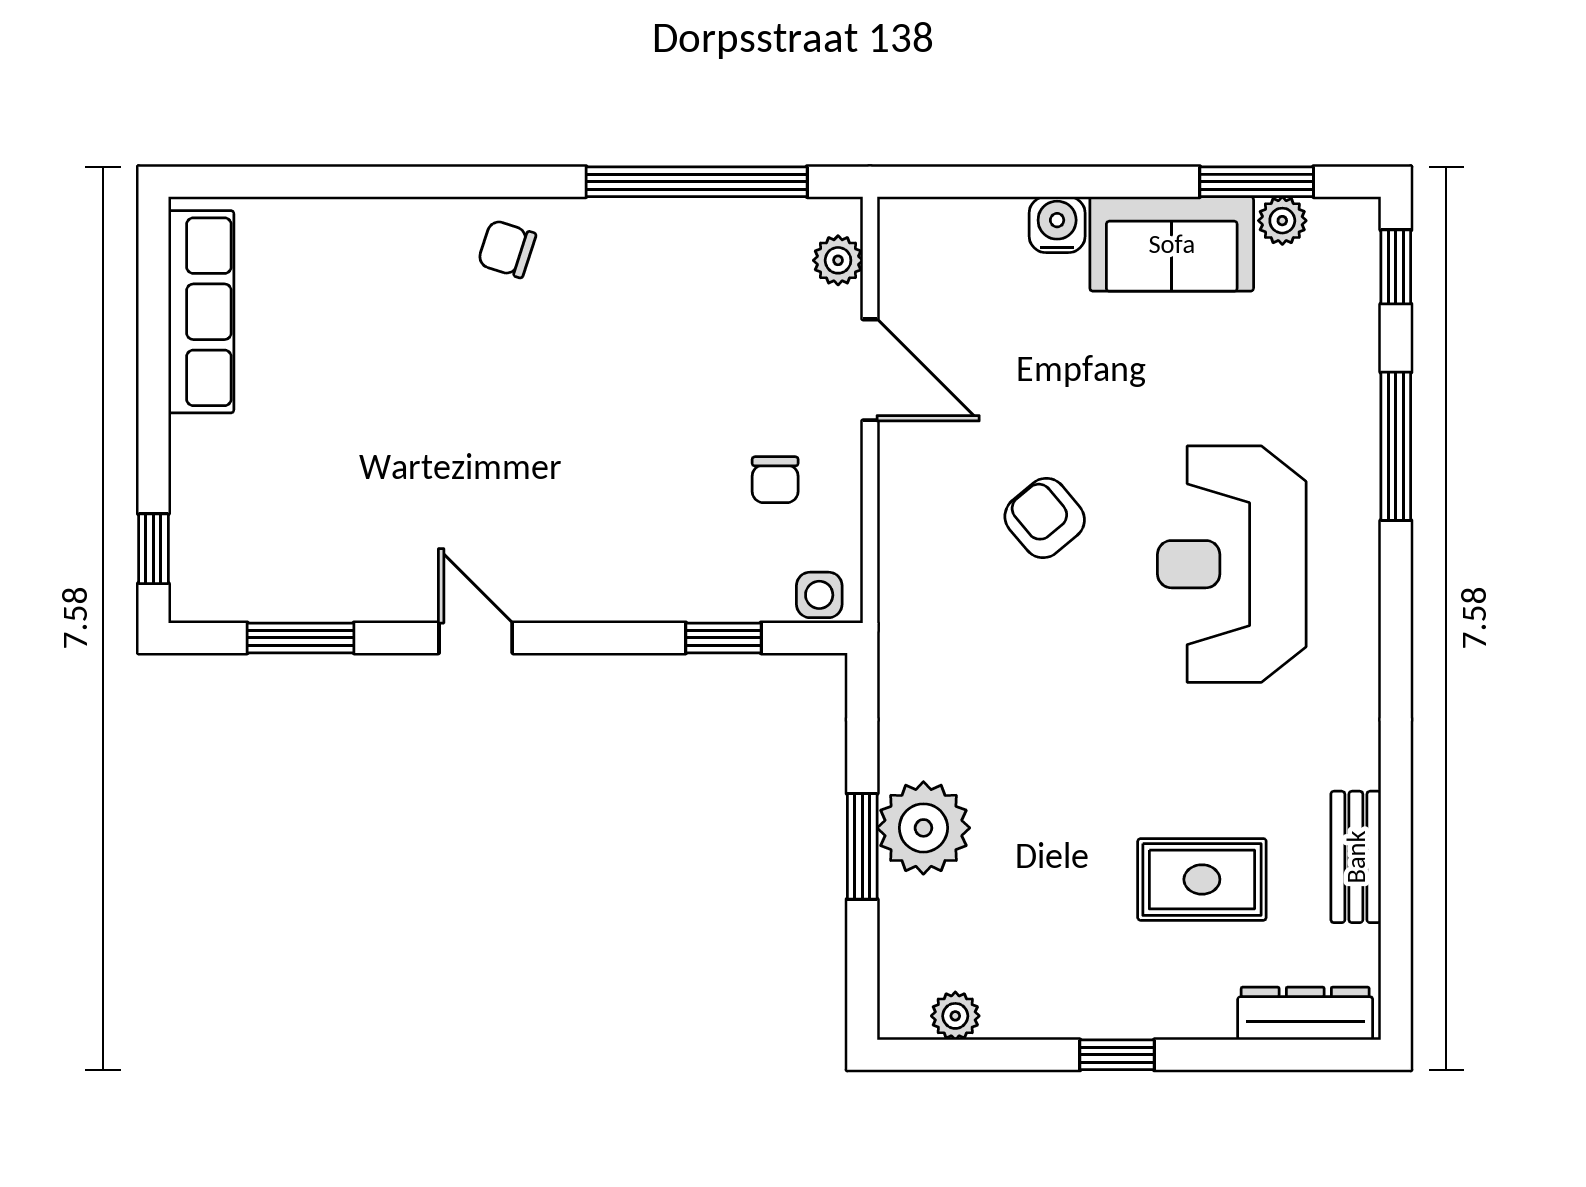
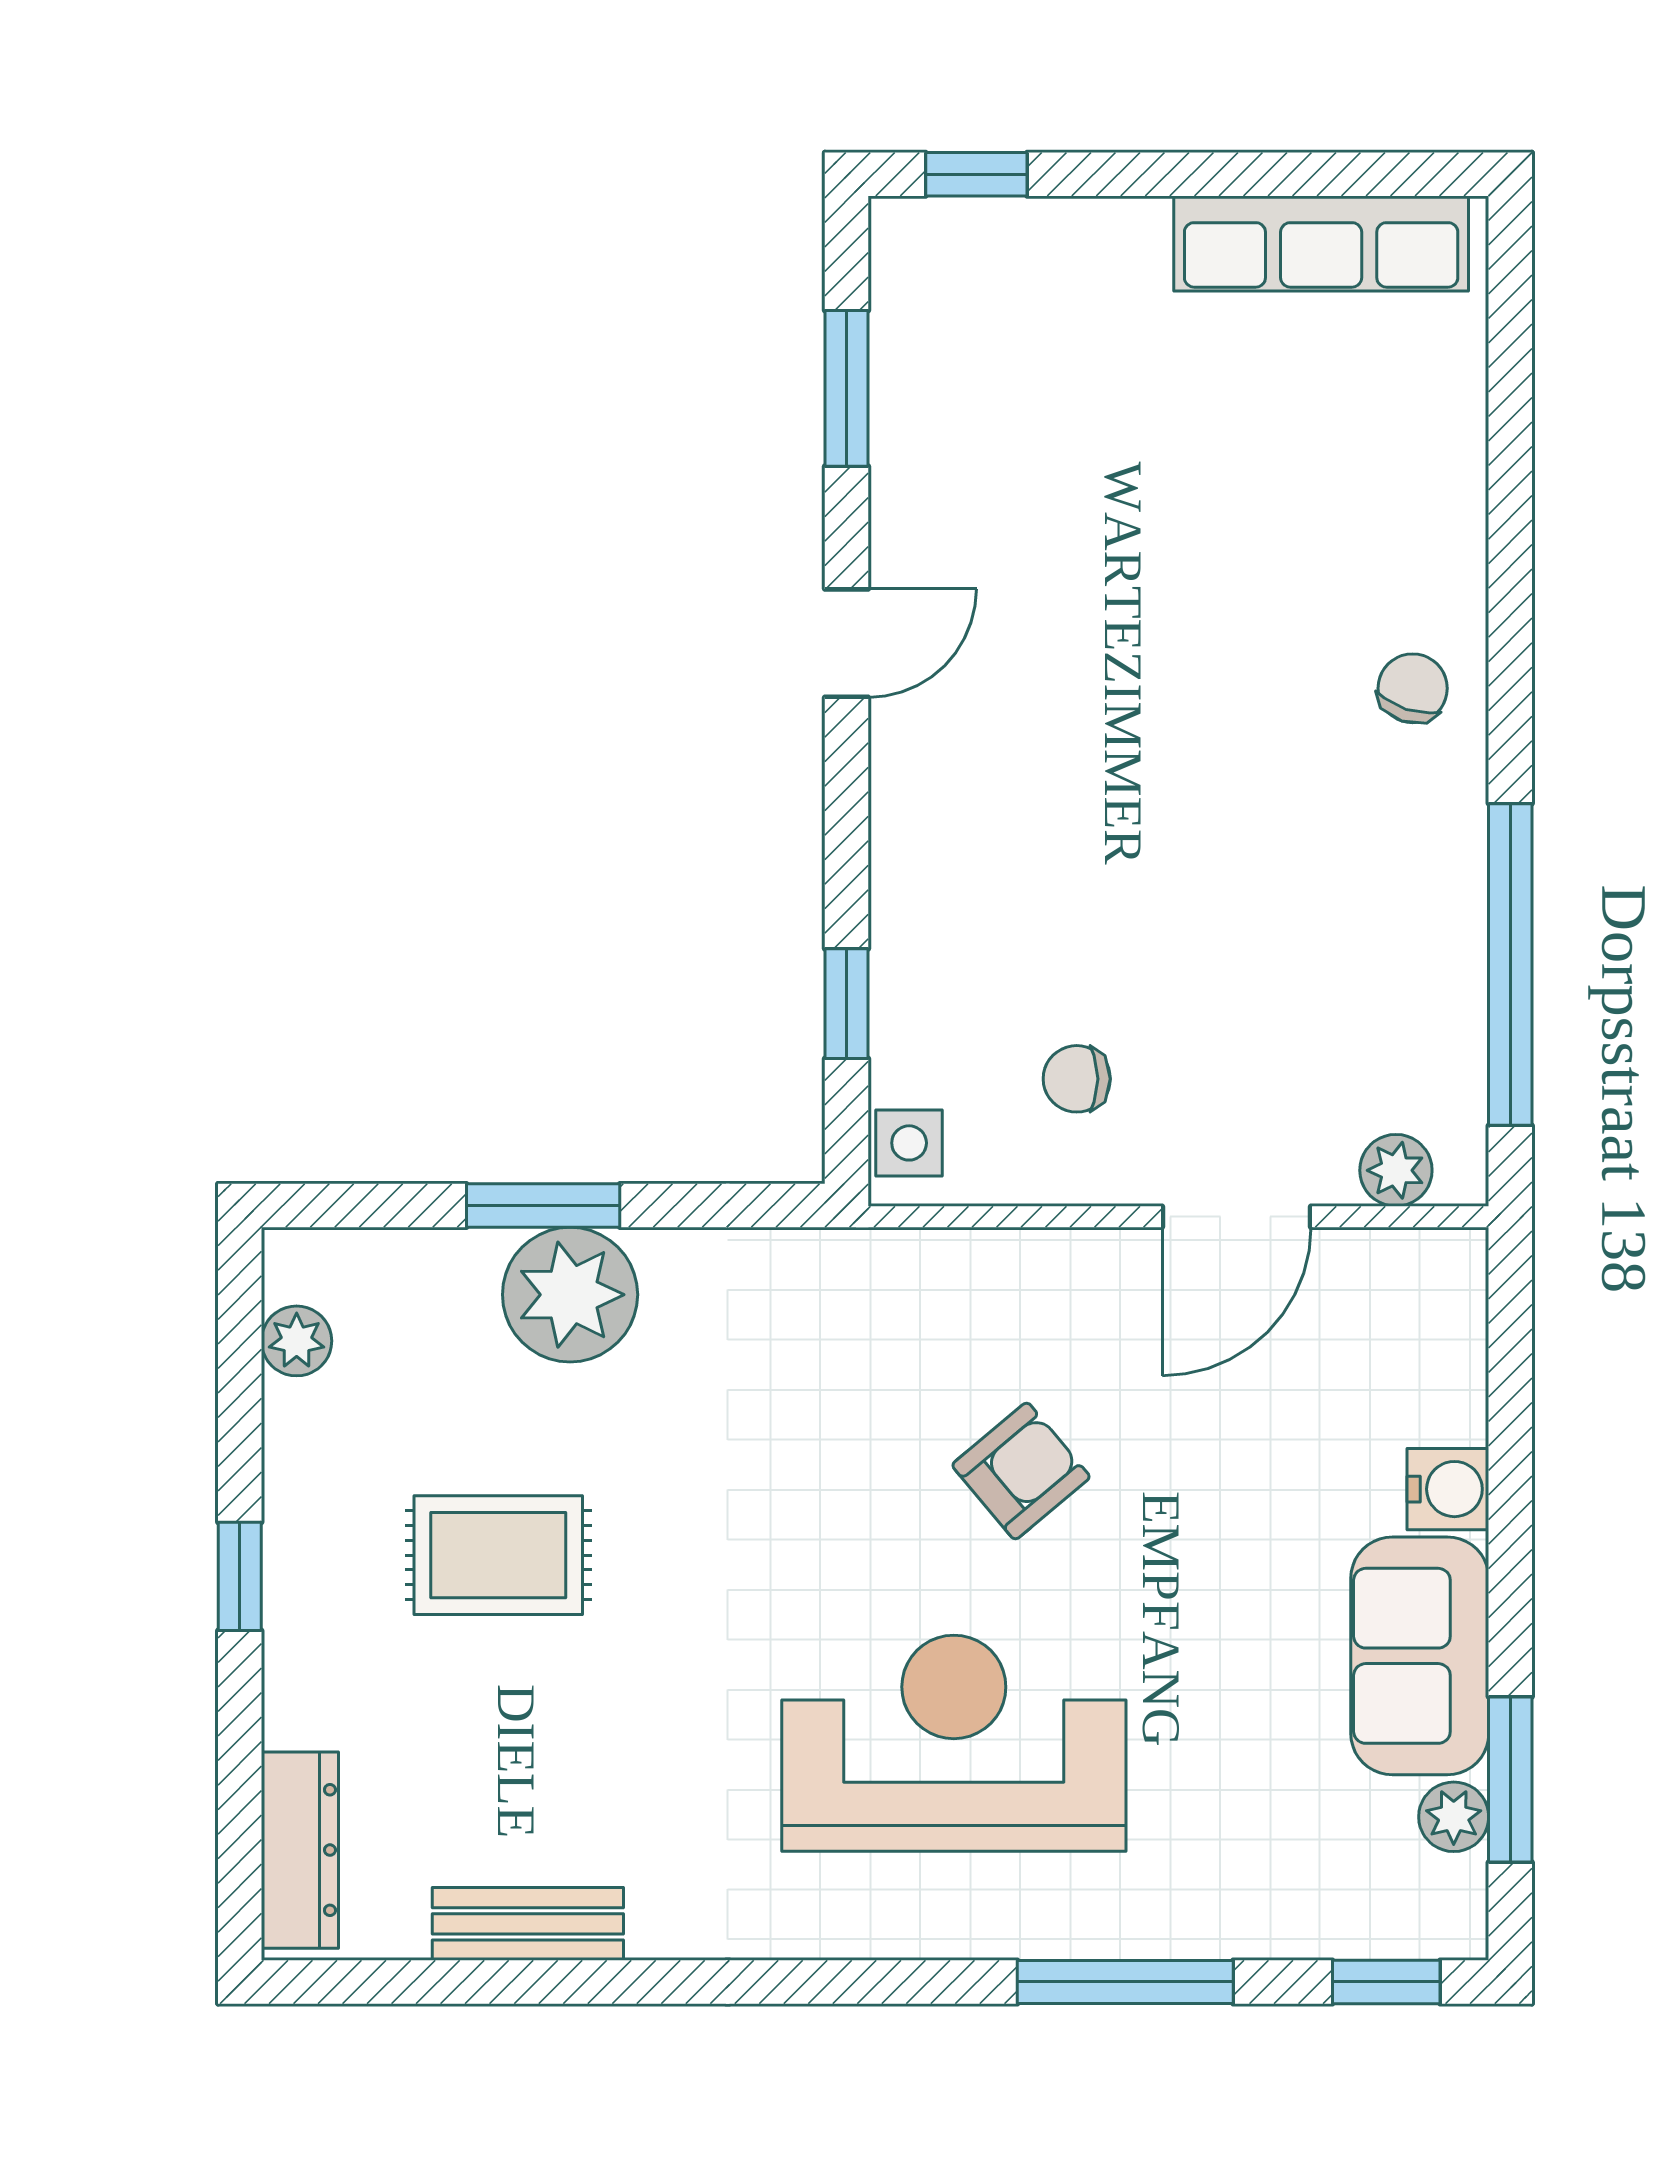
rug: (1202, 879) -> (498, 1555), moved, turned 90

